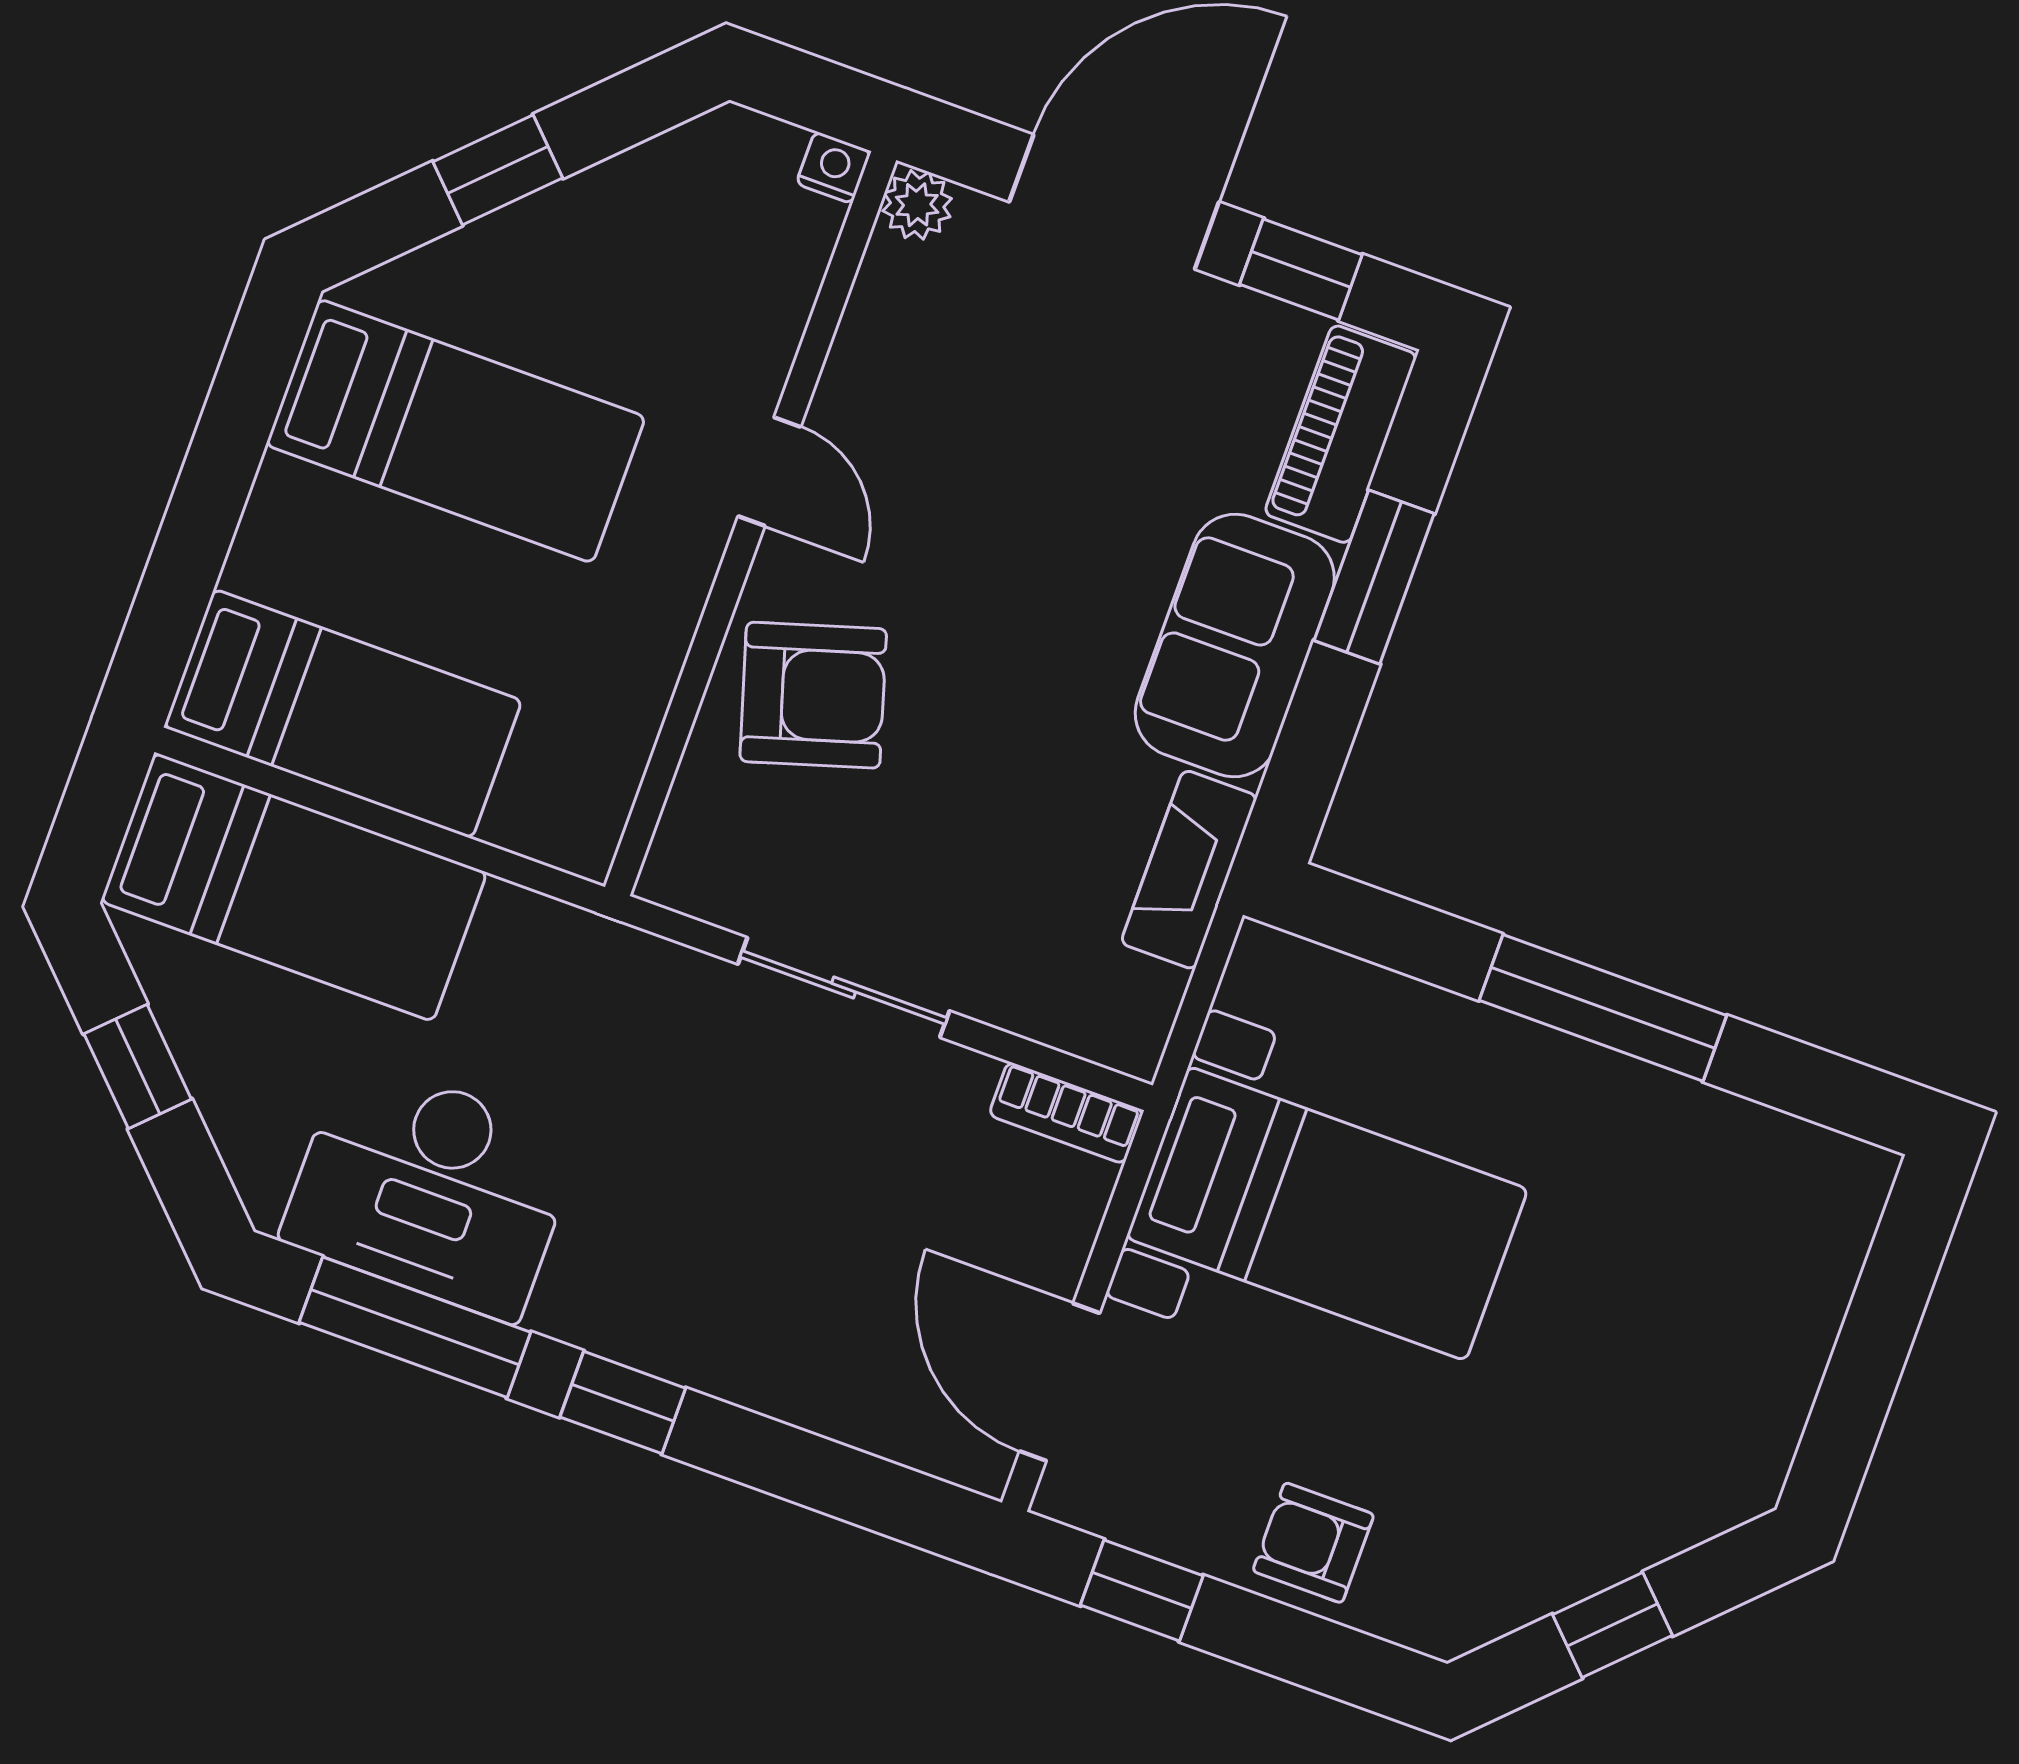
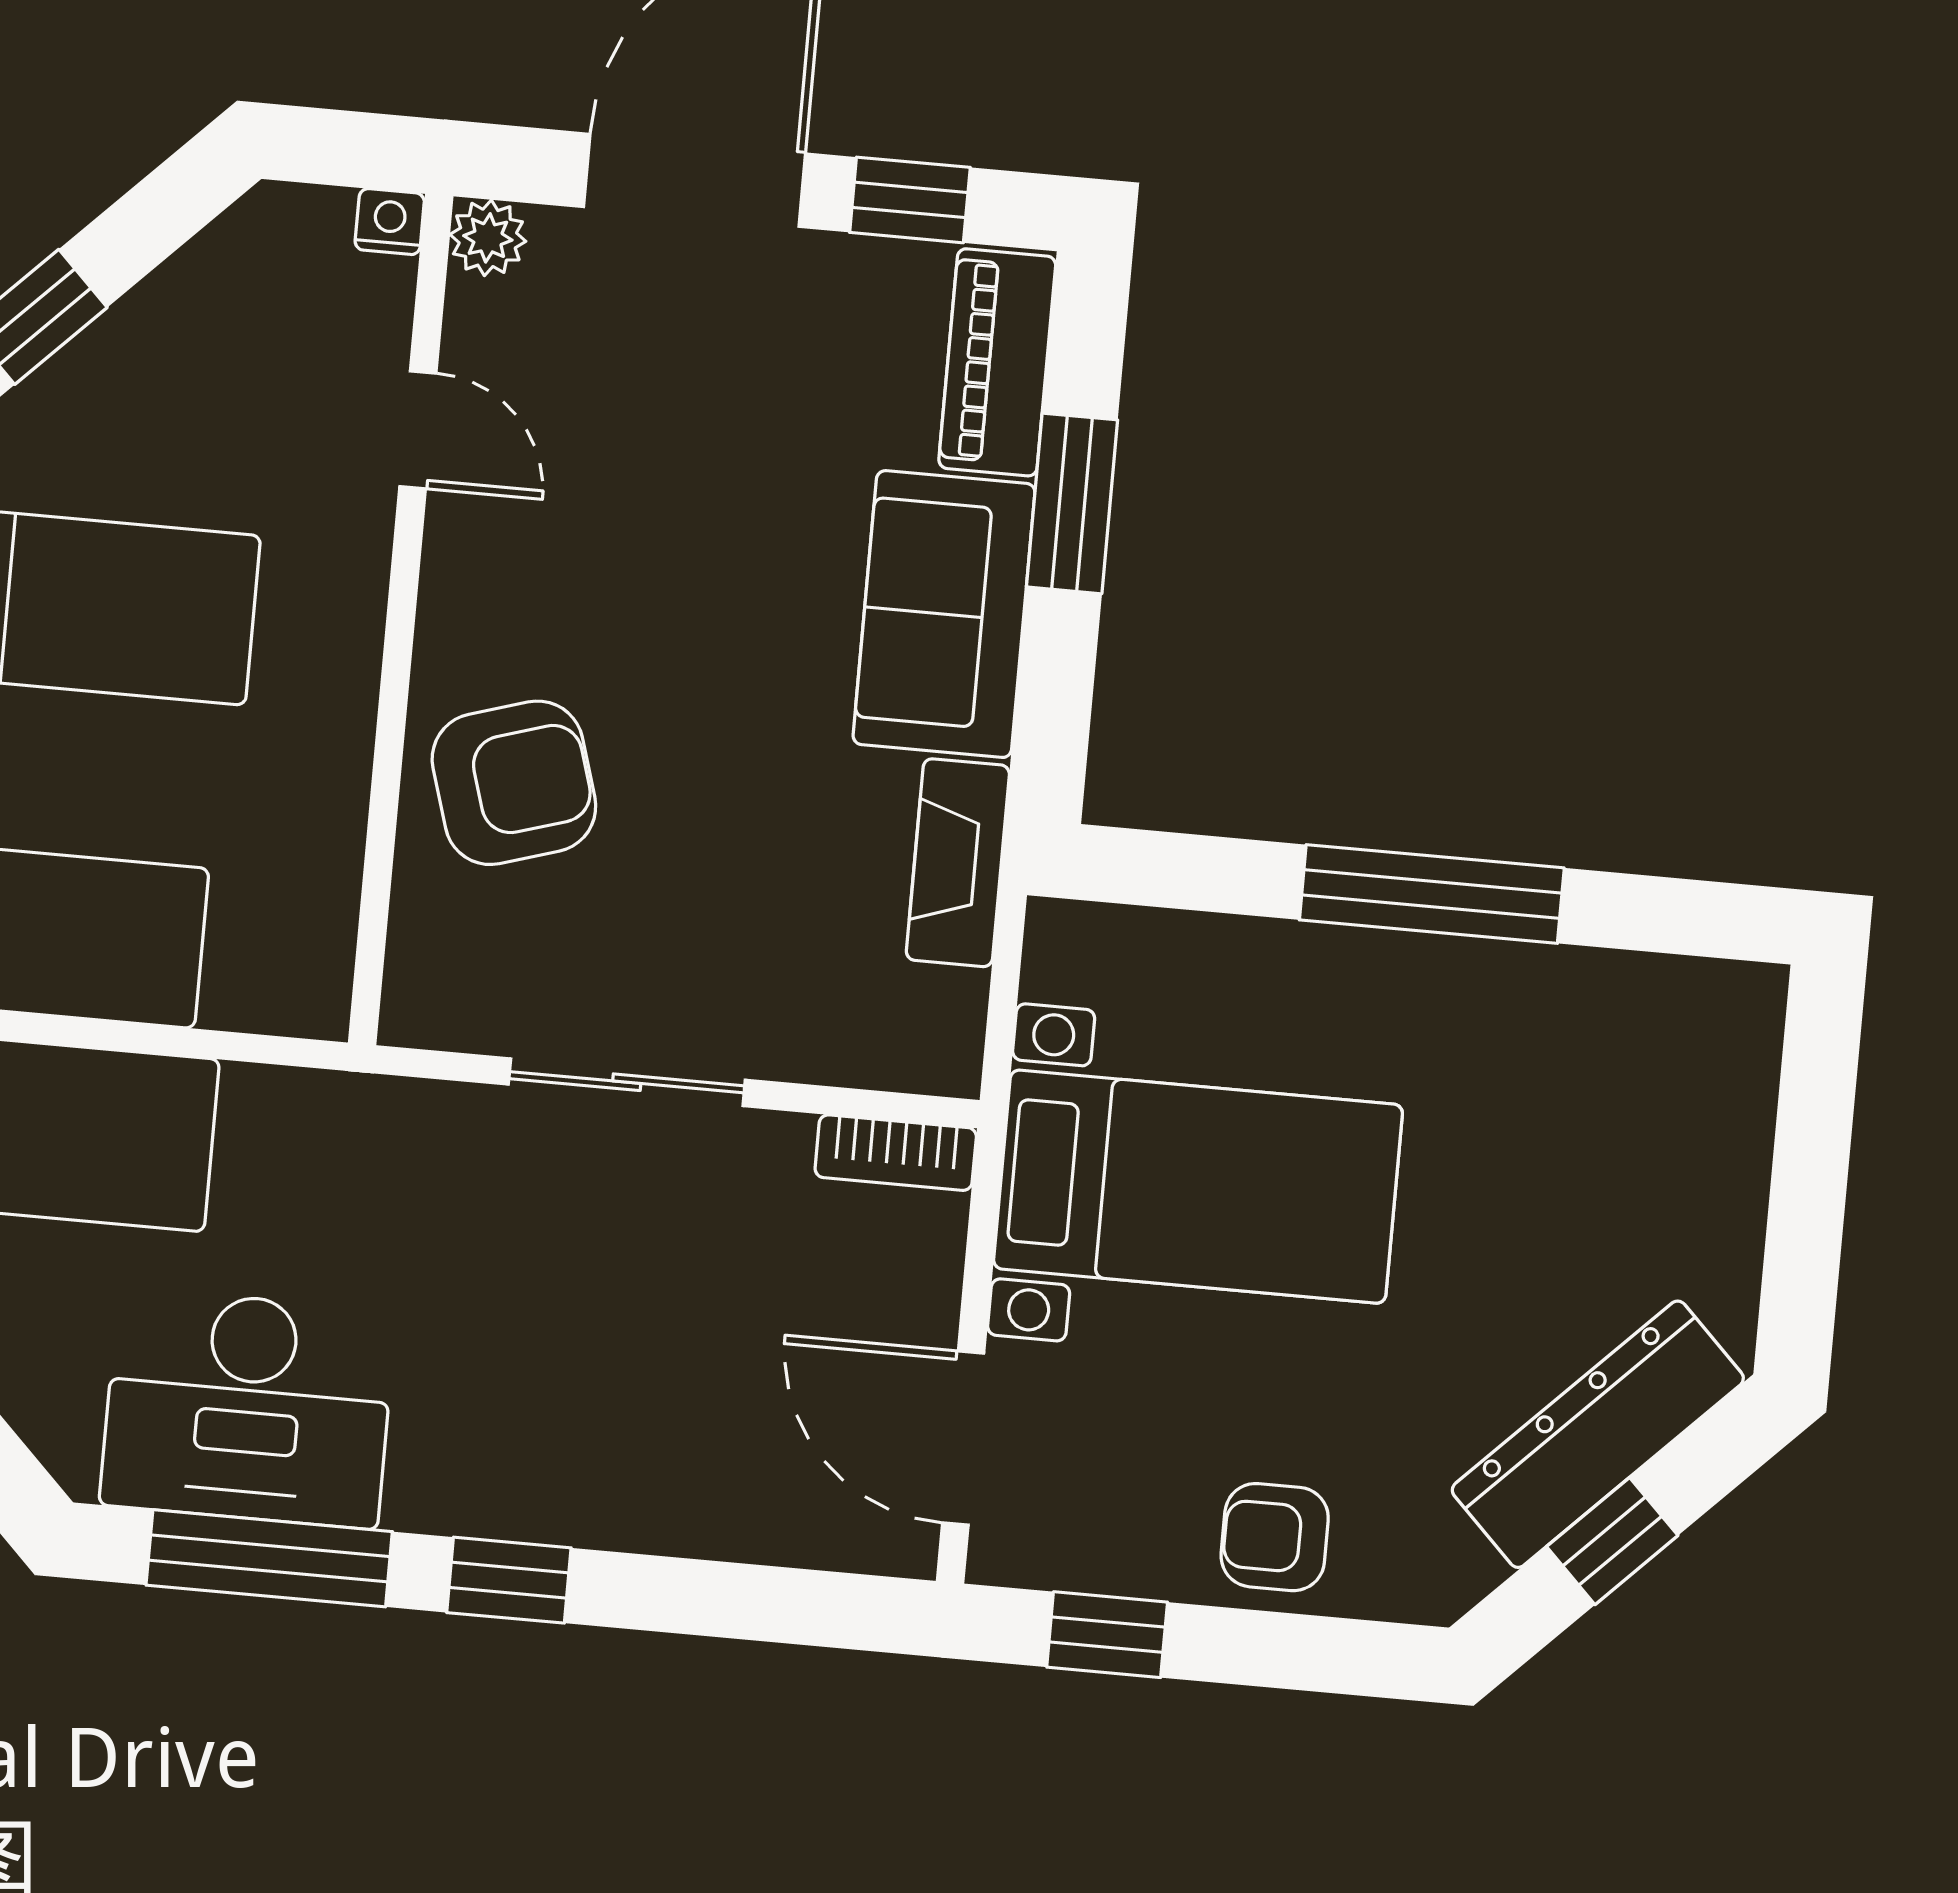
door: (769, 472) -> (418, 430), moved
dresser: (1625, 1527) -> (1598, 1434), added

